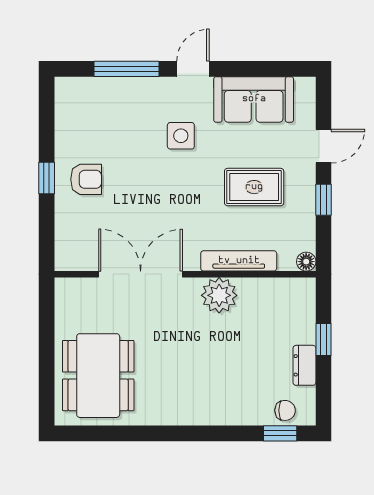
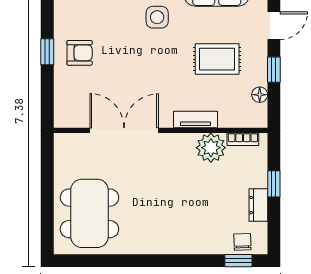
tv unit: (239, 261) -> (195, 120), width x0.71
floor lamp: (306, 262) -> (260, 95), moved
bookcase: (286, 285) -> (243, 139), added
plant: (219, 295) -> (211, 148), moved
chair: (285, 410) -> (242, 242), turned -92

